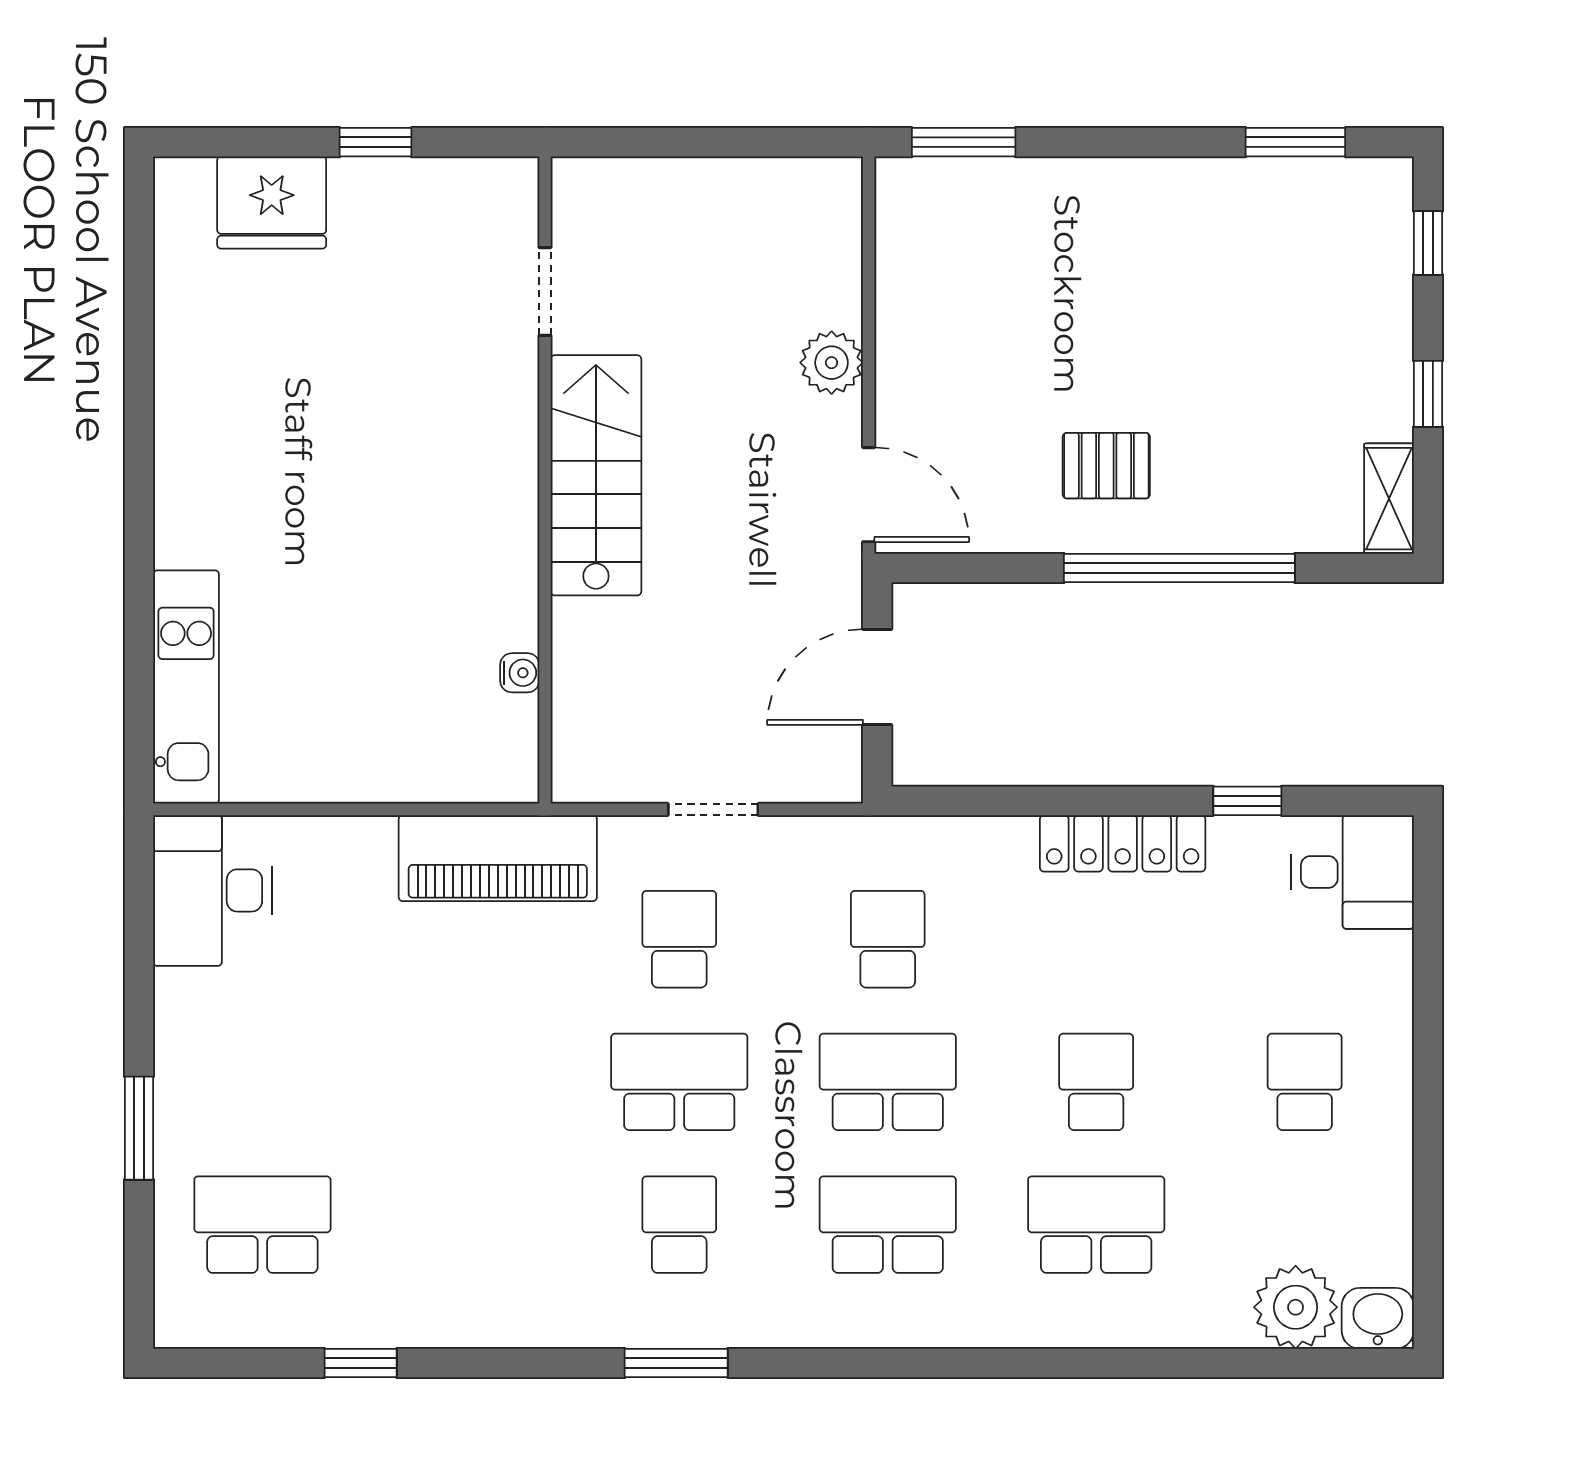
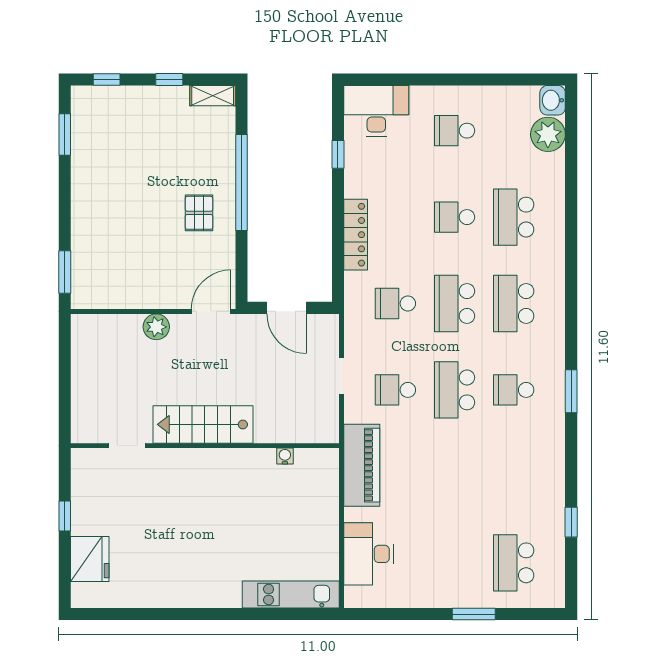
locker: (1123, 843) -> (356, 235), moved
desk: (1352, 872) -> (376, 111), width x1.37
desk: (212, 890) -> (368, 554), moved, turned 90

